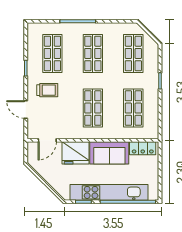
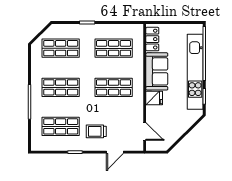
trolley: (47, 90) -> (96, 131), turned -90
fridge: (76, 153) -> (154, 98), width x0.53, depth x0.75

